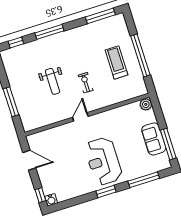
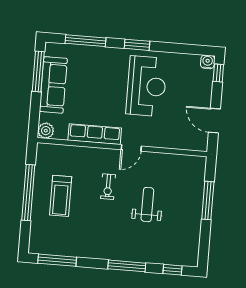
row of seats: (110, 116) -> (95, 134), added
sofa: (154, 139) -> (53, 85), width x1.36
reception desk: (103, 161) -> (146, 86), moved

